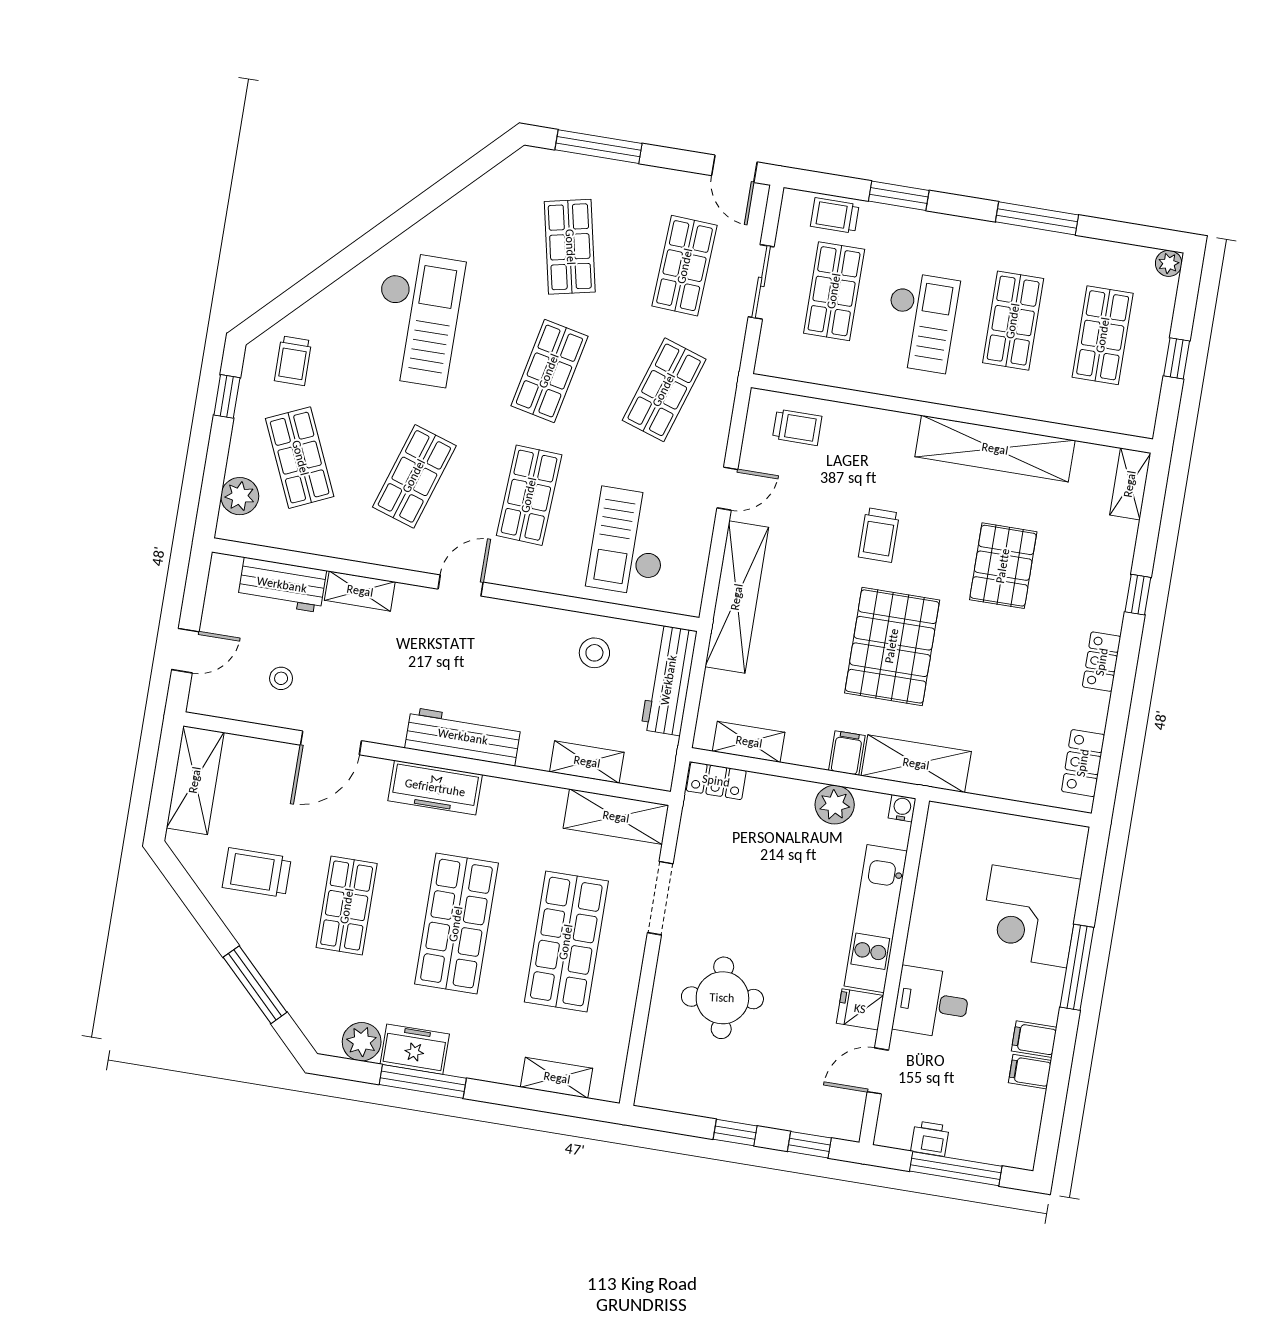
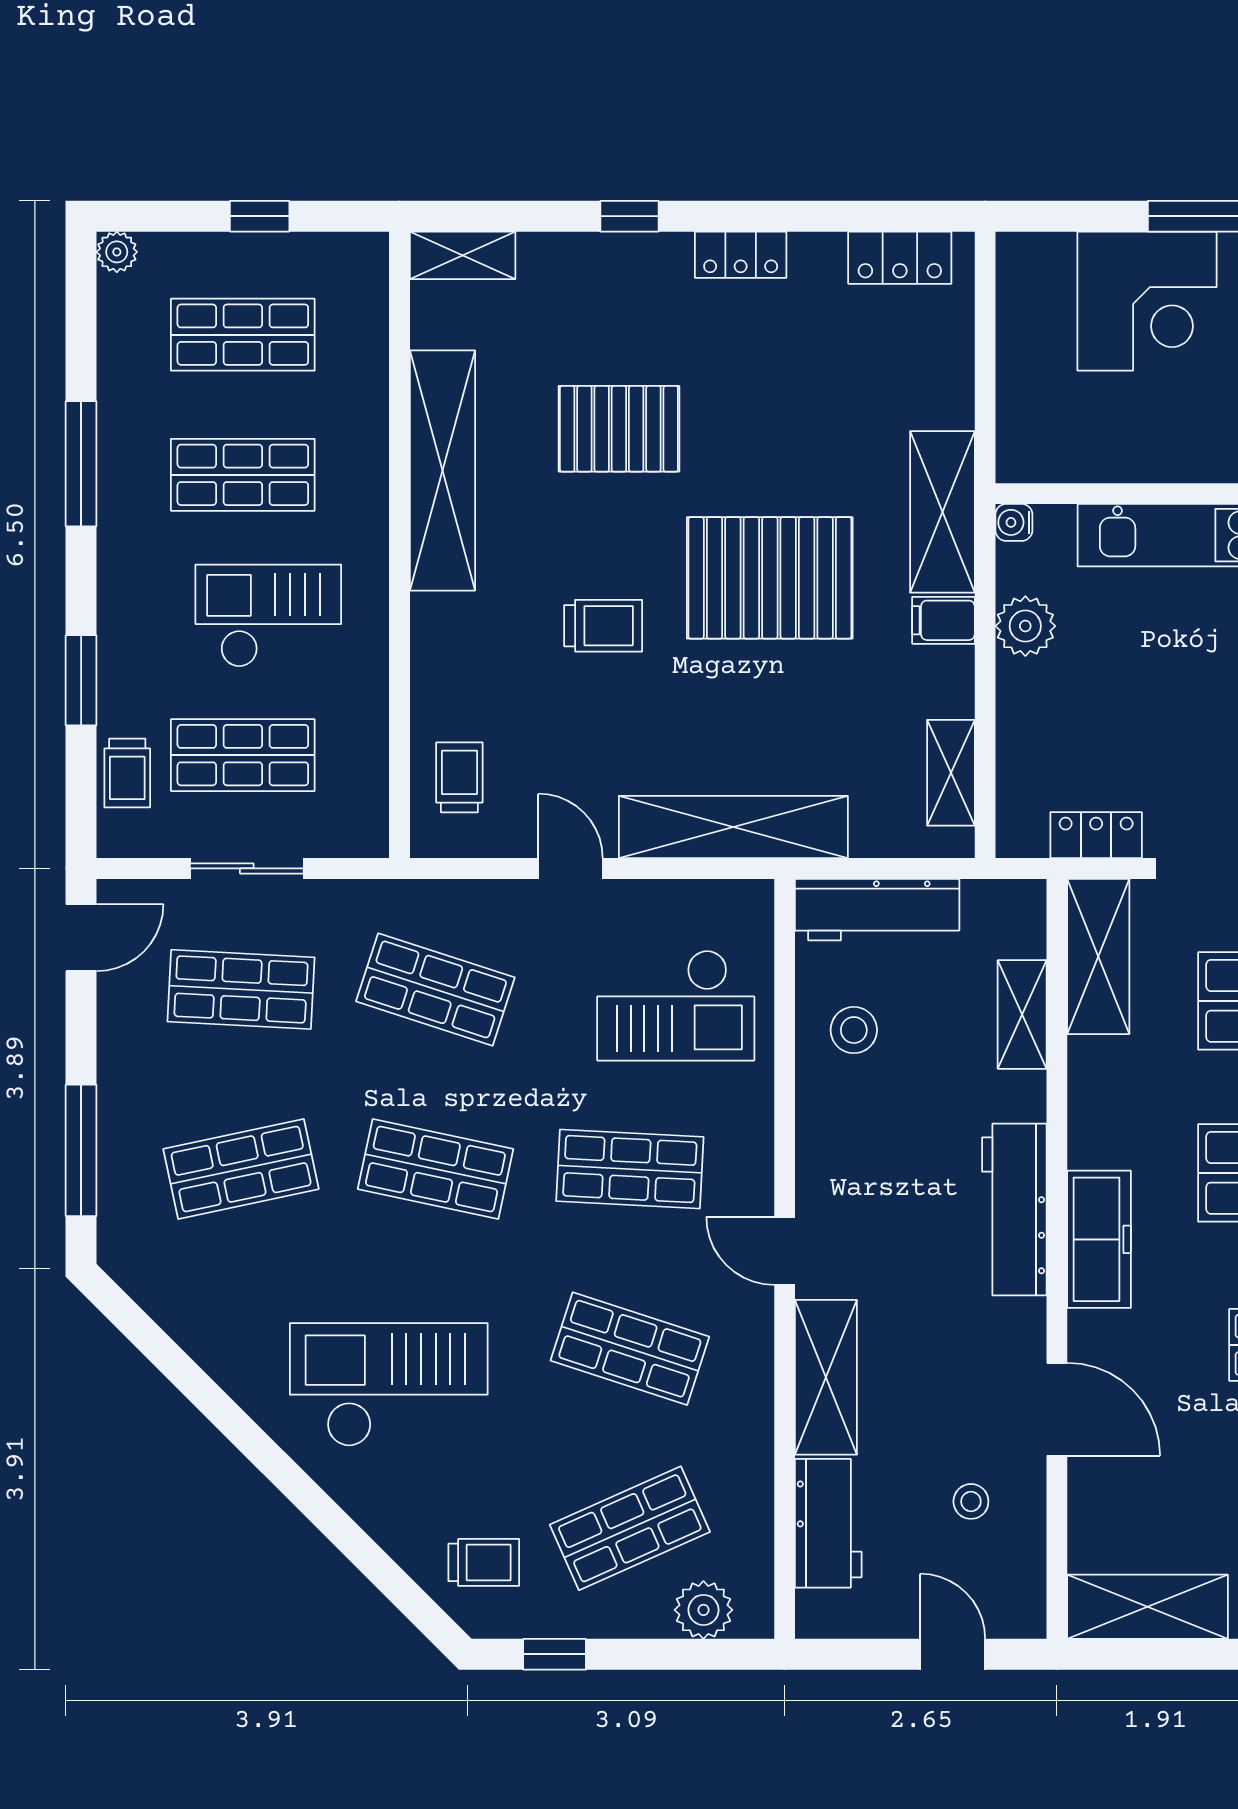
shelving: (360, 591) -> (826, 1377), width x1.50, depth x1.33
locker: (716, 781) -> (1096, 835), moved, turned -90

